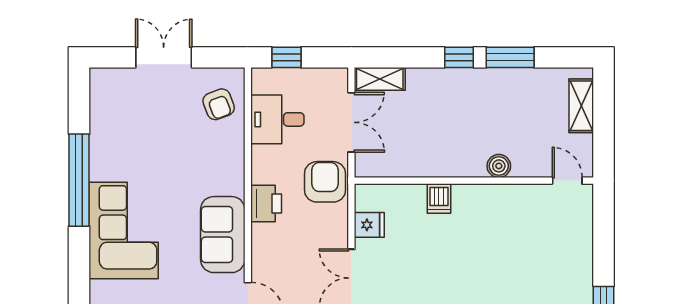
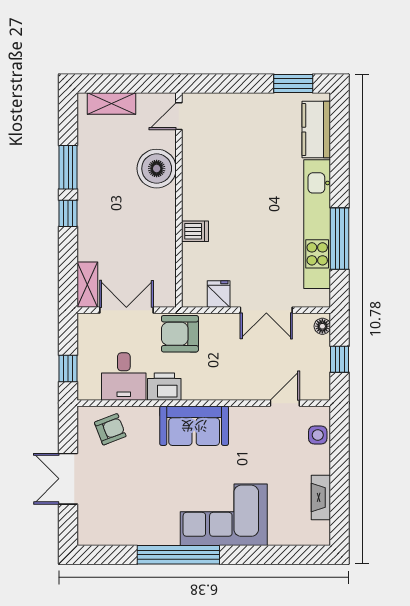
boiler: (499, 166) -> (157, 169), width x1.86, depth x1.86
printer: (266, 203) -> (164, 387), moved
sofa: (223, 235) -> (194, 426), moved

